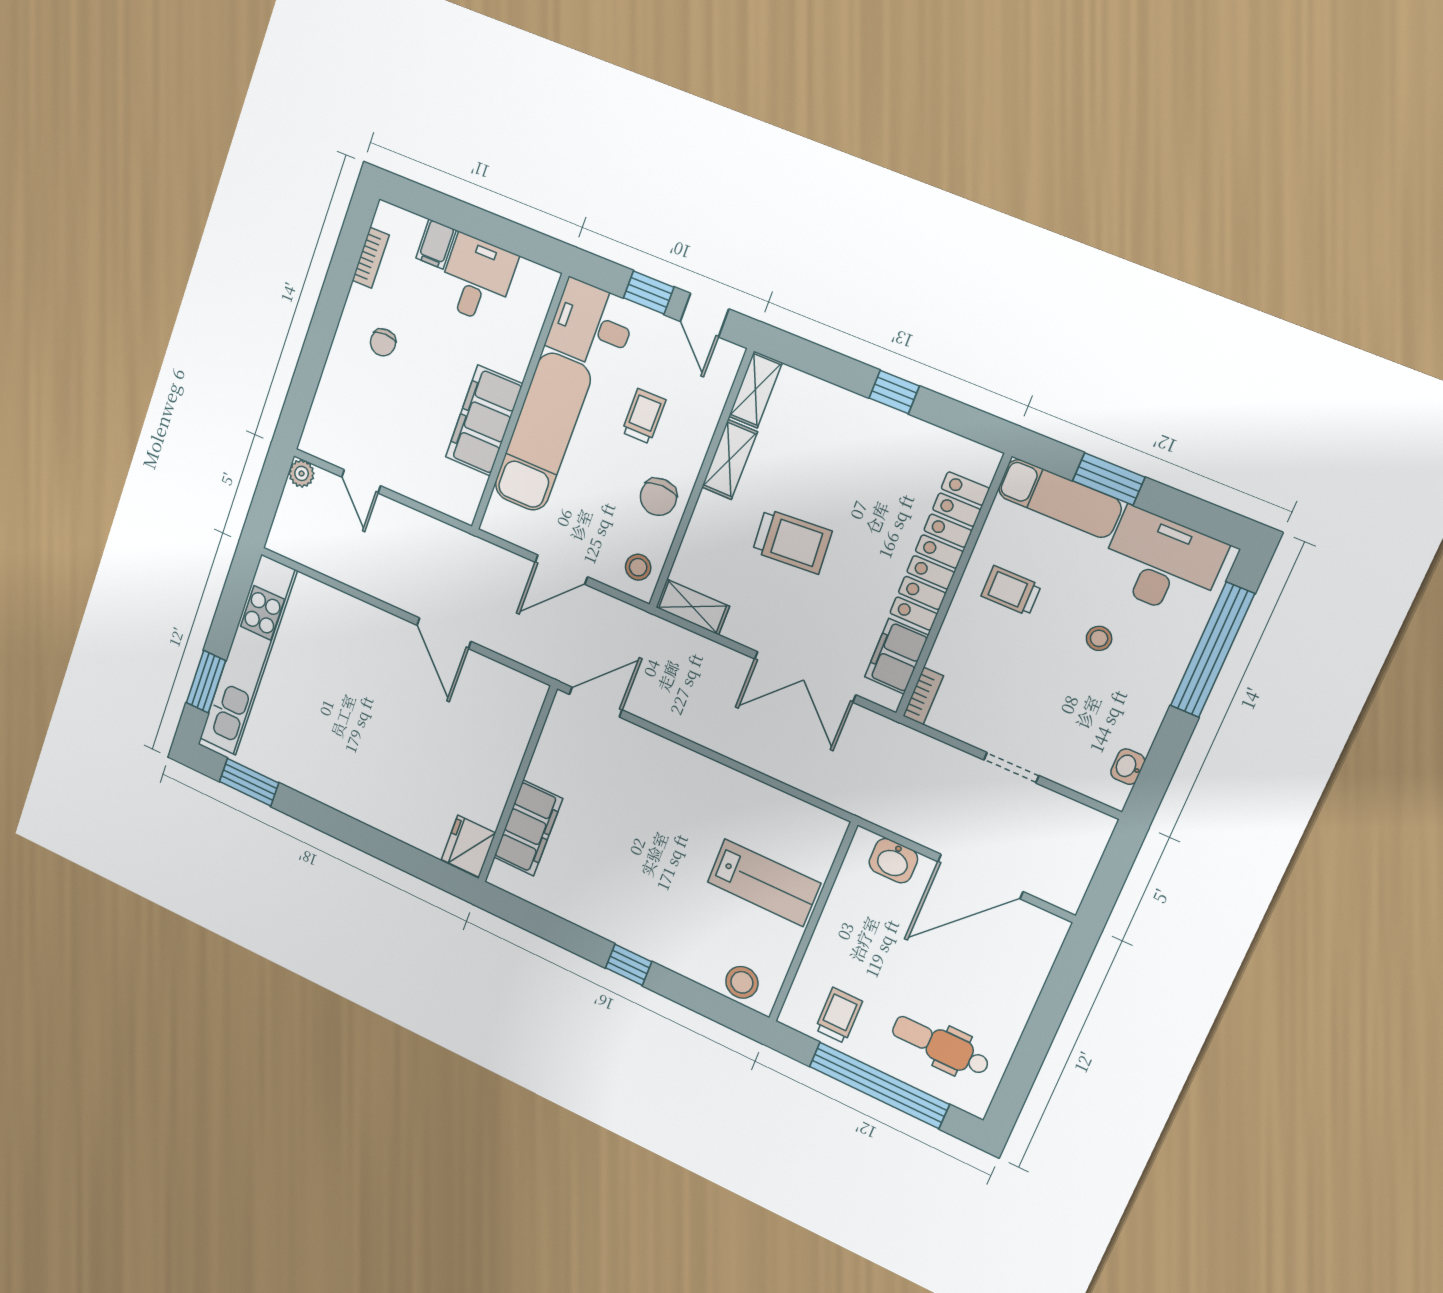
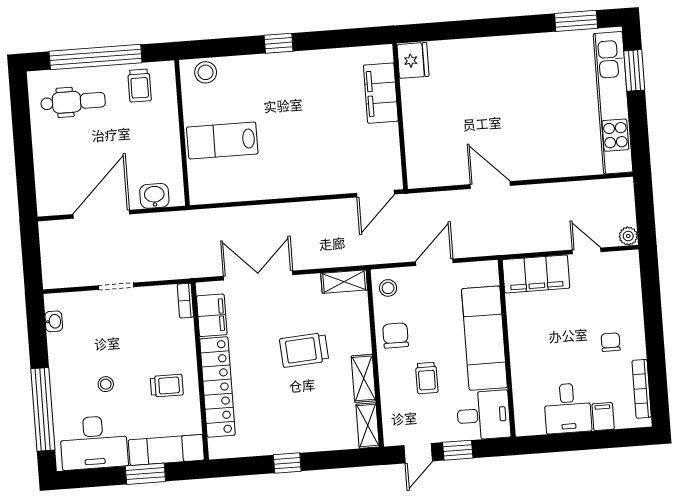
bookcase: (371, 258) -> (642, 389), width x1.56
door: (704, 315) -> (418, 453), swing flipped
filing cabinet: (484, 421) -> (536, 274), moved, turned 90

